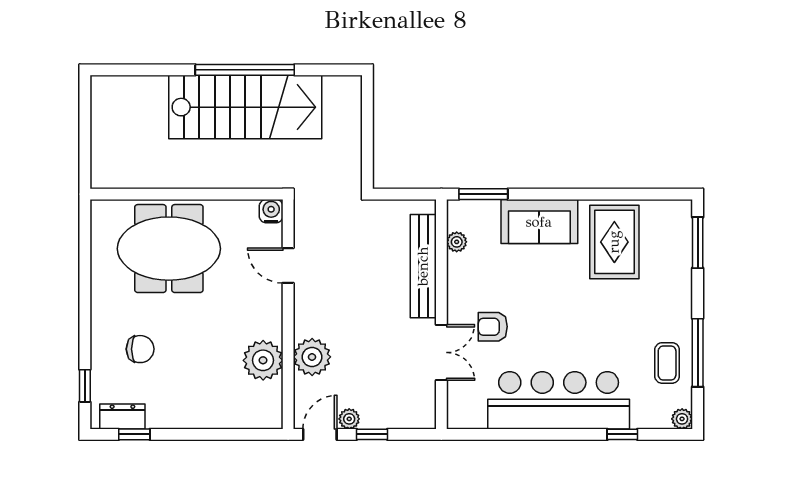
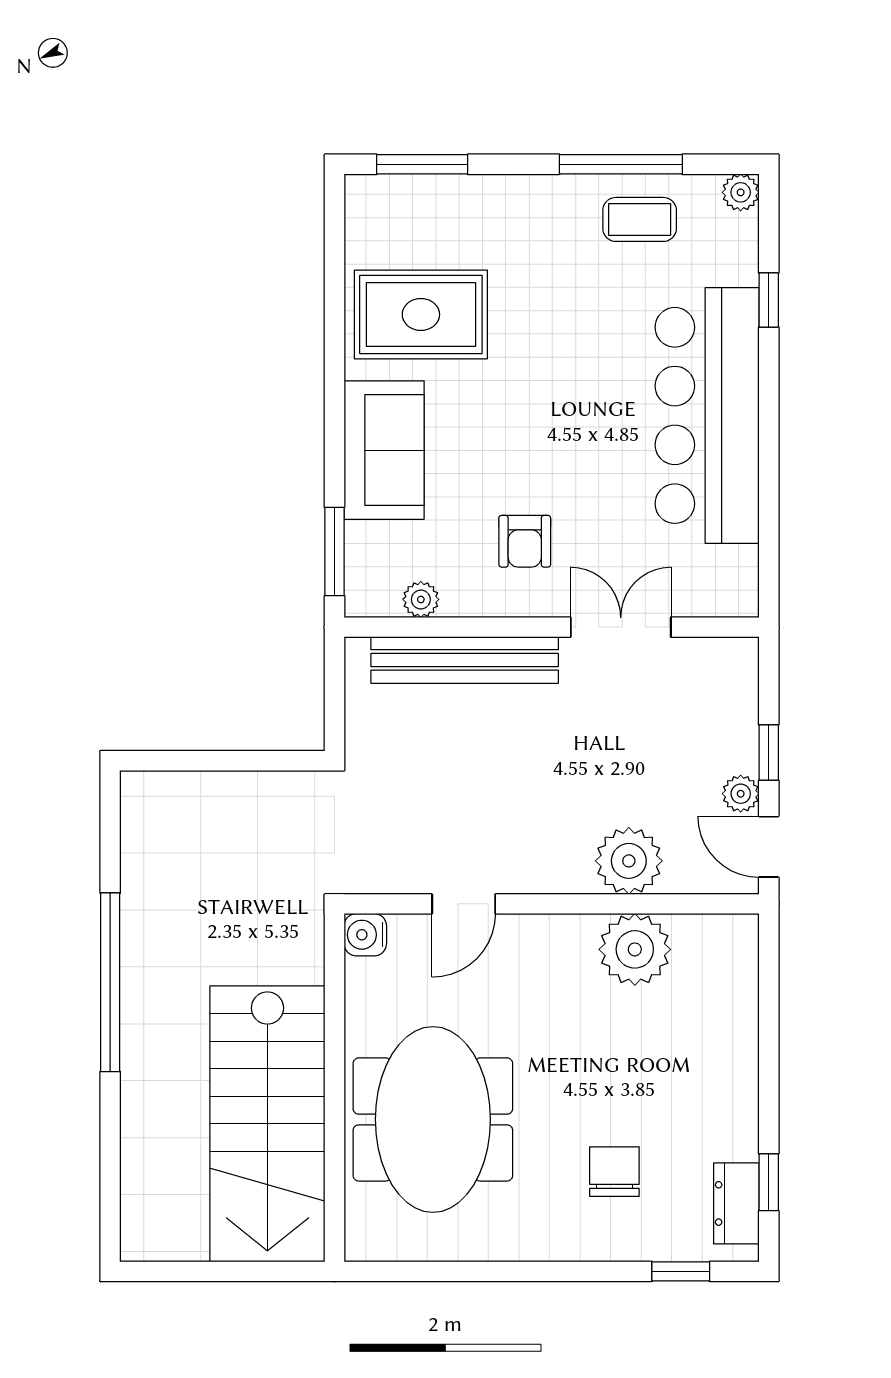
stairs: (245, 107) -> (267, 1124), moved, turned 180
armchair: (493, 327) -> (525, 541), moved

